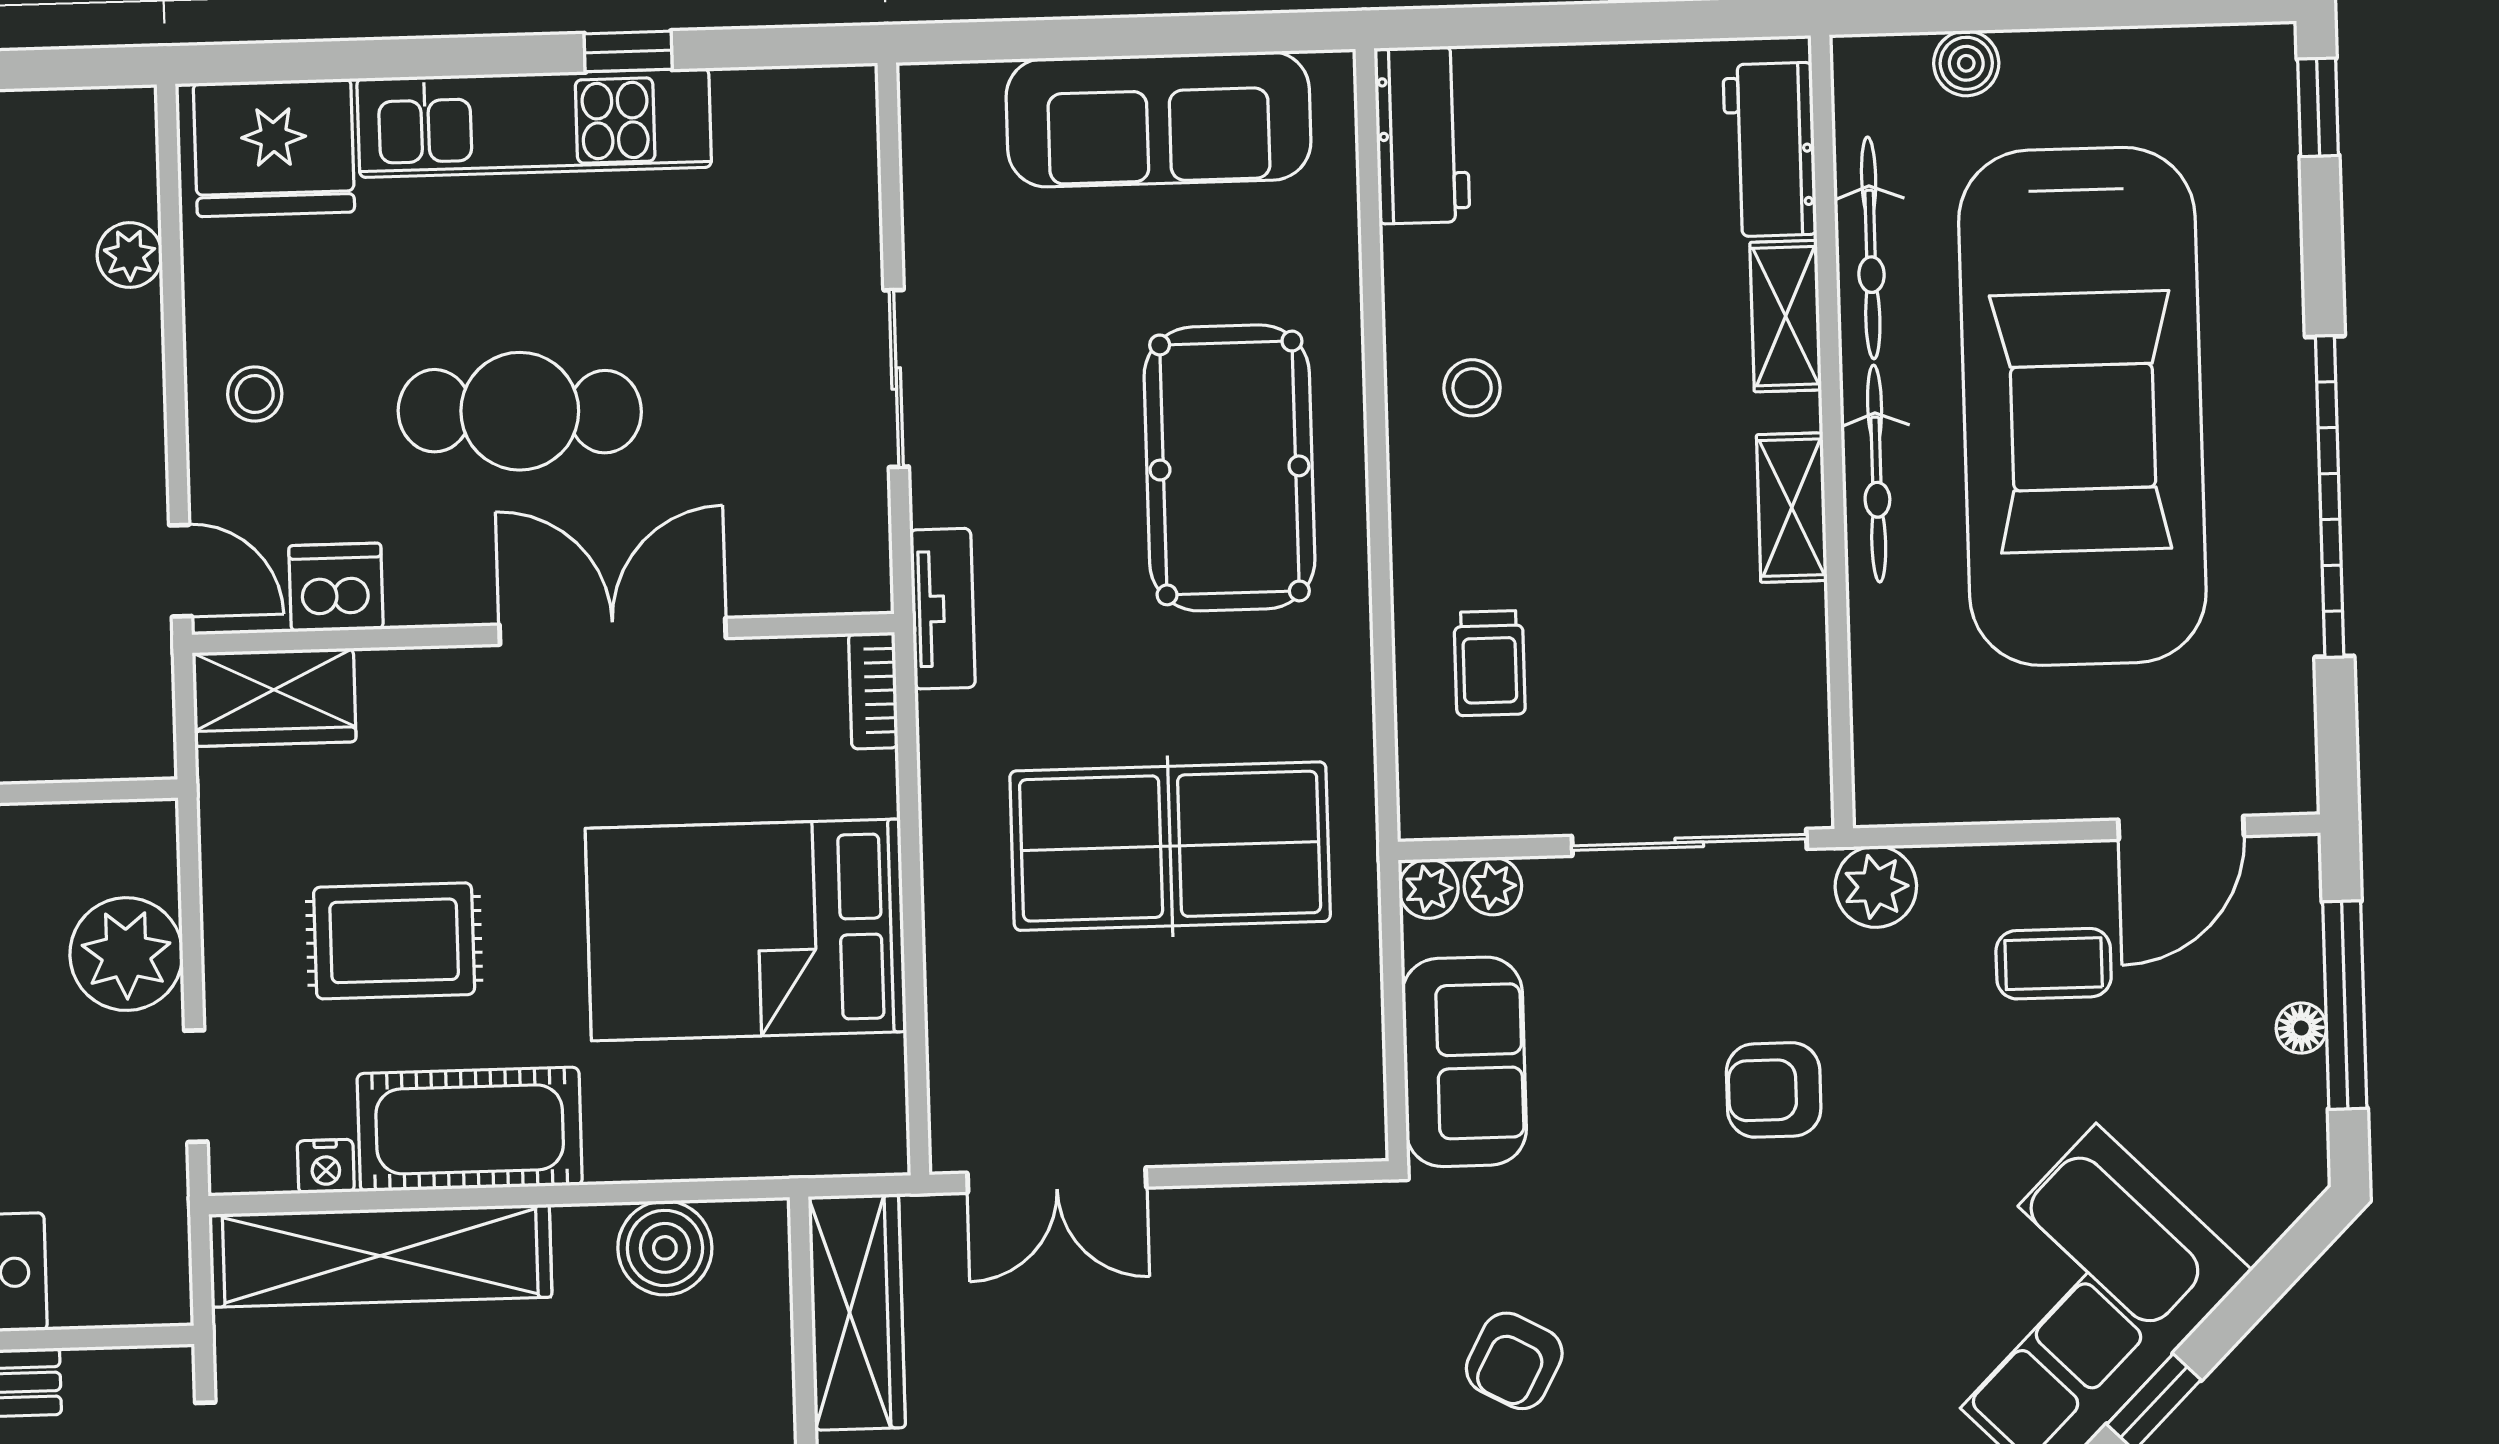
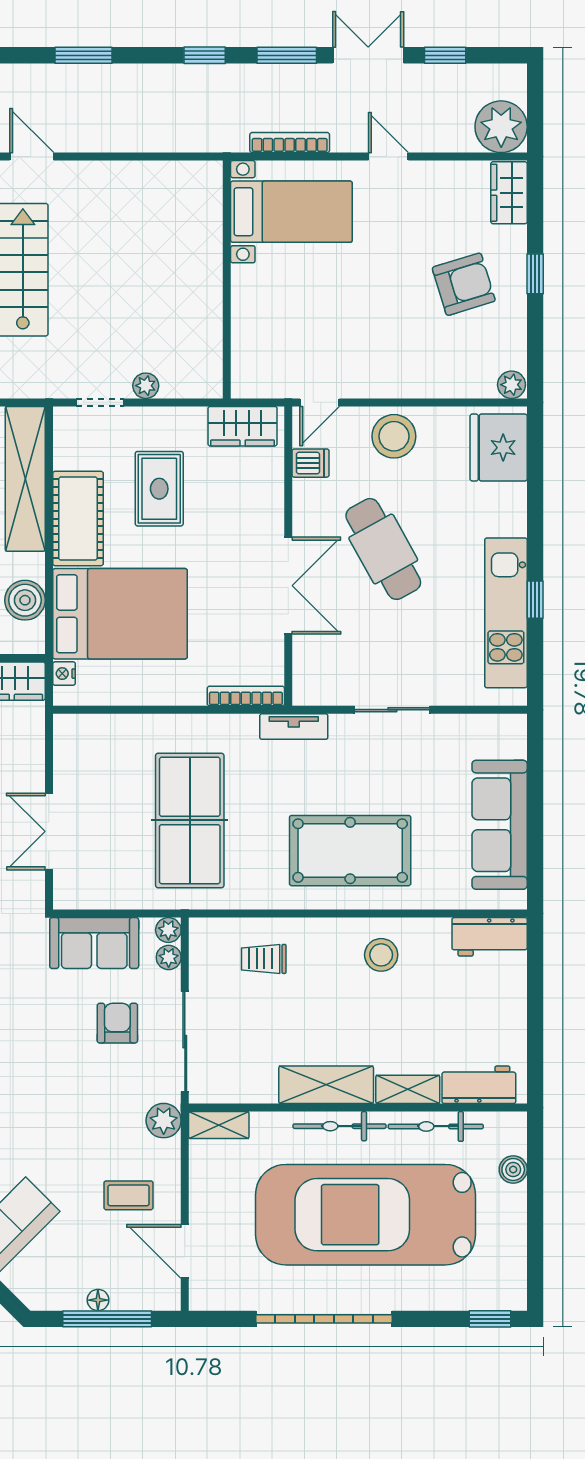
kitchen unit: (534, 123) -> (506, 613), moved
plant: (130, 255) -> (512, 385), moved
stool: (1472, 388) -> (381, 955), width x1.37, depth x1.37
stool: (255, 394) -> (394, 436), width x1.89, depth x1.89
cafe table: (520, 411) -> (383, 549), turned -31
shelving: (1792, 508) -> (326, 1085), width x1.50, depth x1.33
dishwasher: (336, 587) -> (311, 463), width x0.73
bookcase: (873, 691) -> (246, 696), width x1.56
wardrobe: (274, 697) -> (243, 426), moved, turned -90
shelving: (1882, 757) -> (219, 1125), added
bed: (746, 930) -> (120, 614), moved, turned 90
plant: (126, 954) -> (146, 386), width x0.53, depth x0.53
coffee table: (2054, 964) -> (129, 1195), turned 90
armchair: (1774, 1090) -> (117, 1023), moved
nightstand: (326, 1166) -> (64, 674), moved
double door: (1057, 1180) -> (49, 831), moved

